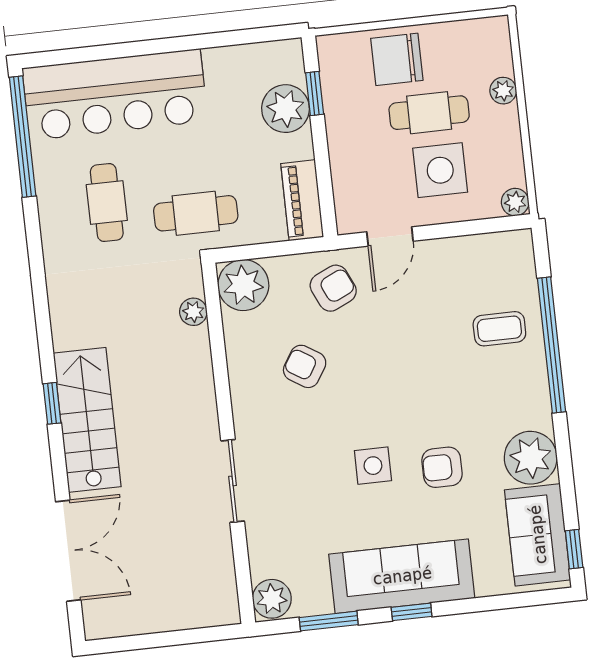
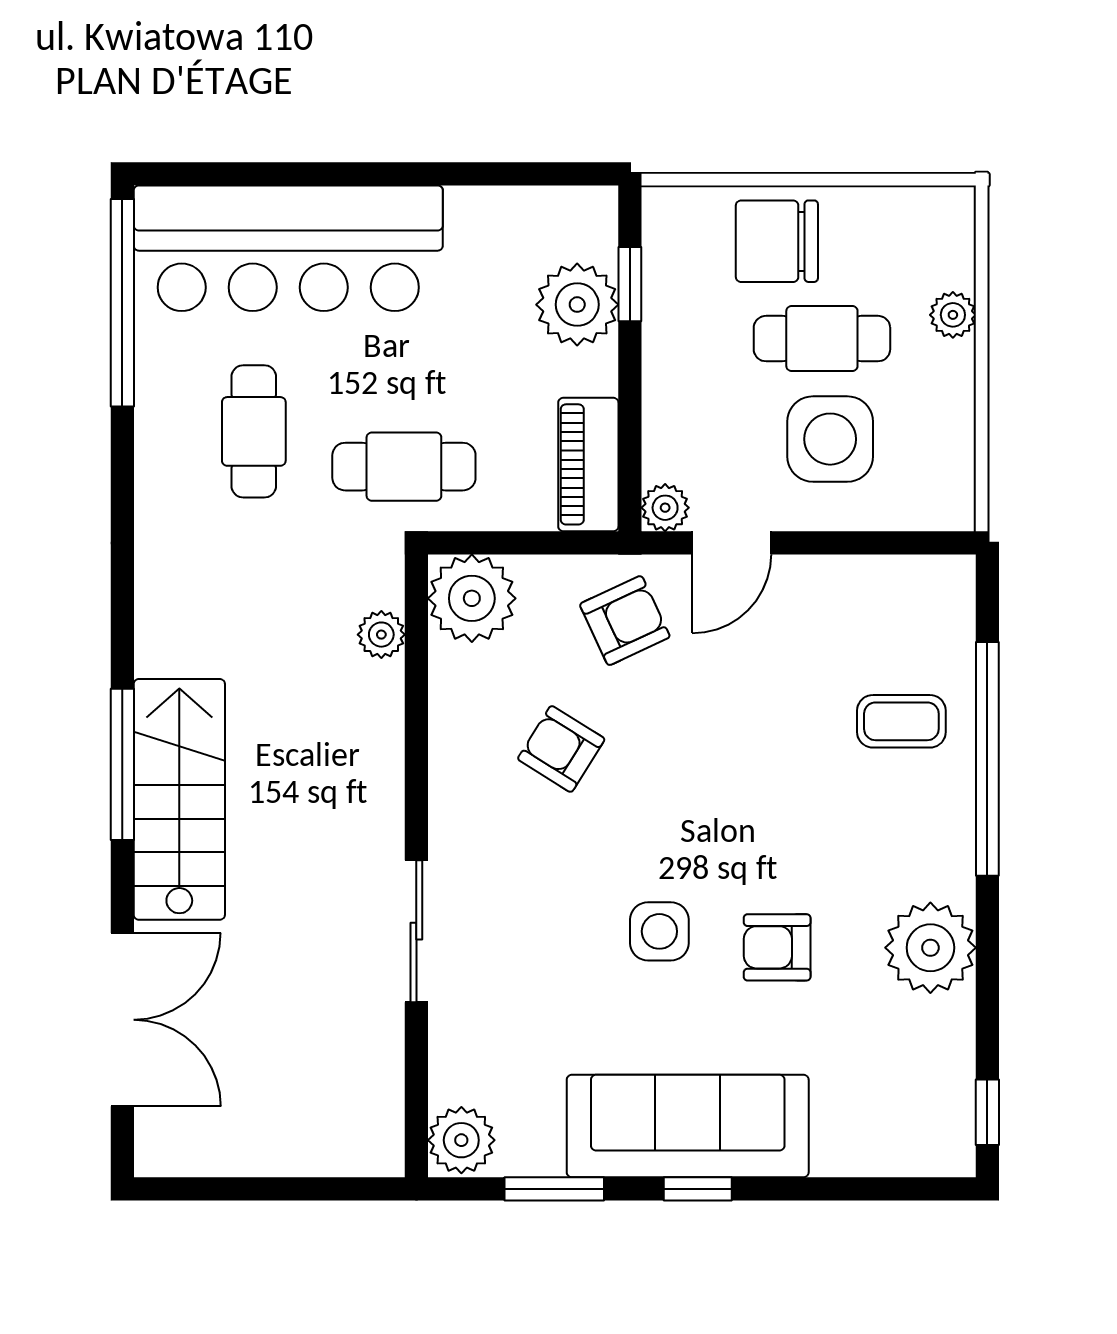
plant: (515, 202) -> (665, 508), moved
window: (52, 403) -> (122, 764), width x2.17
sofa: (538, 535) -> (928, 1081), removed

